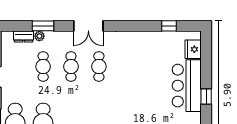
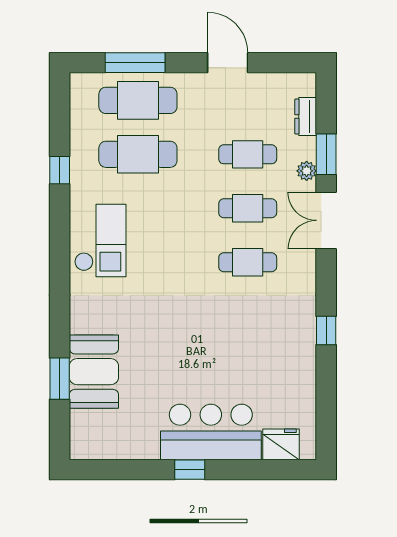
double door: (88, 26) -> (326, 220), moved
window: (169, 26) -> (326, 331), moved
plant: (39, 36) -> (307, 171), moved

